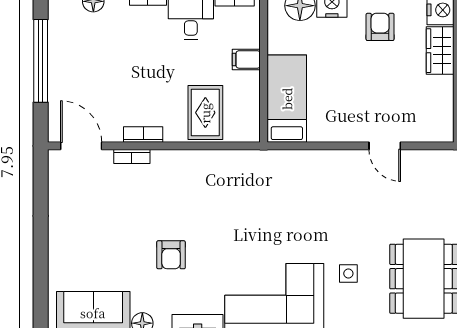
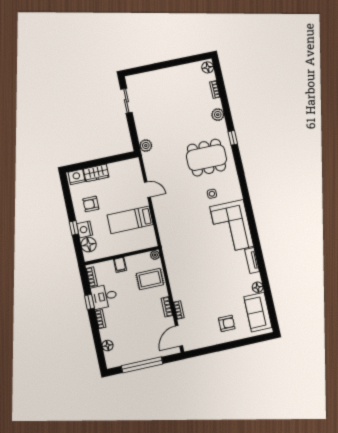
bed: (287, 99) -> (130, 220), moved
plant: (251, 133) -> (155, 255), added
door: (385, 146) -> (147, 190), hinge flipped
armchair: (171, 255) -> (227, 323), moved

